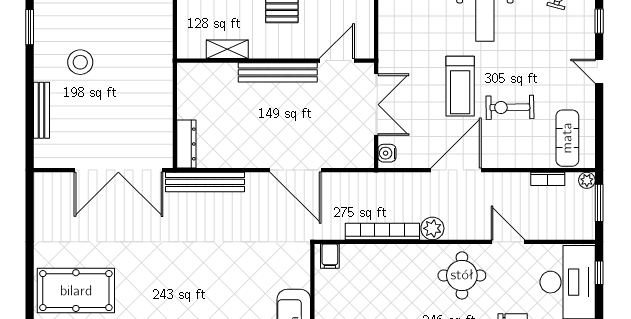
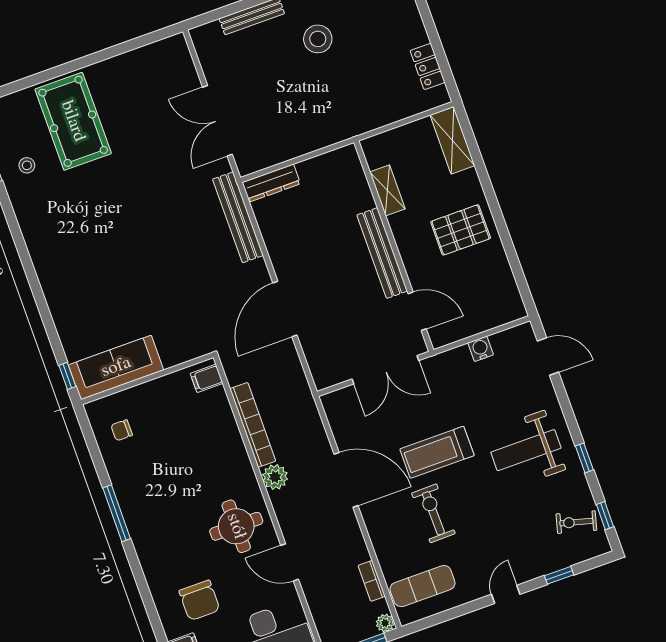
water cooler: (387, 153) -> (481, 349), moved
double door: (118, 170) -> (217, 121), width x0.73
door: (508, 242) -> (290, 562), swing flipped

